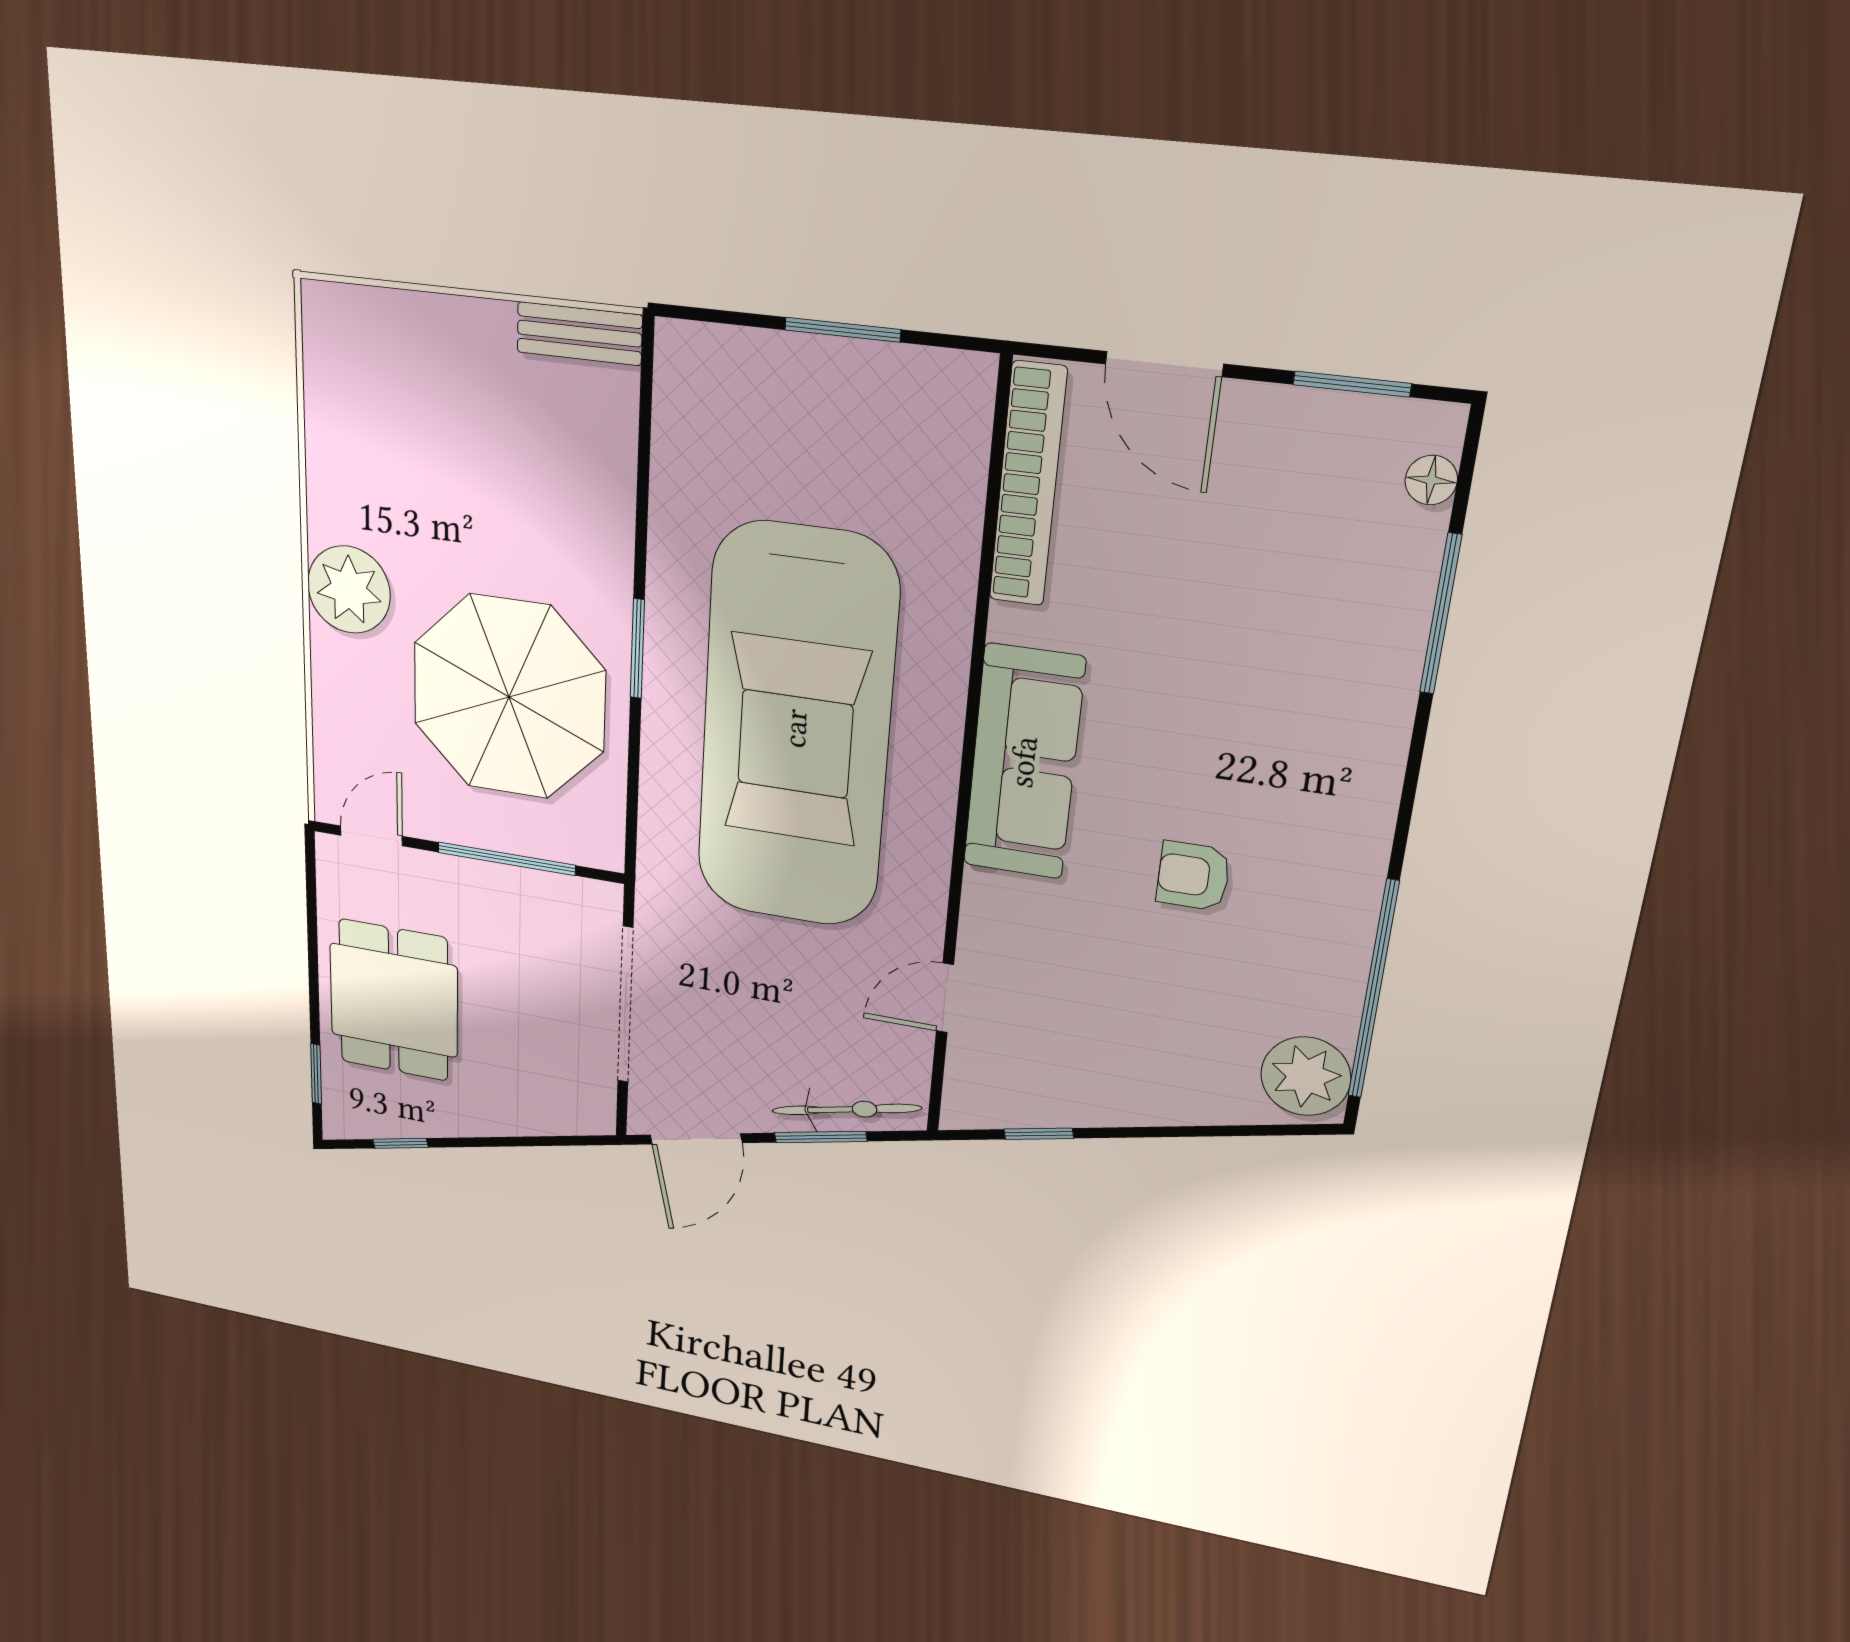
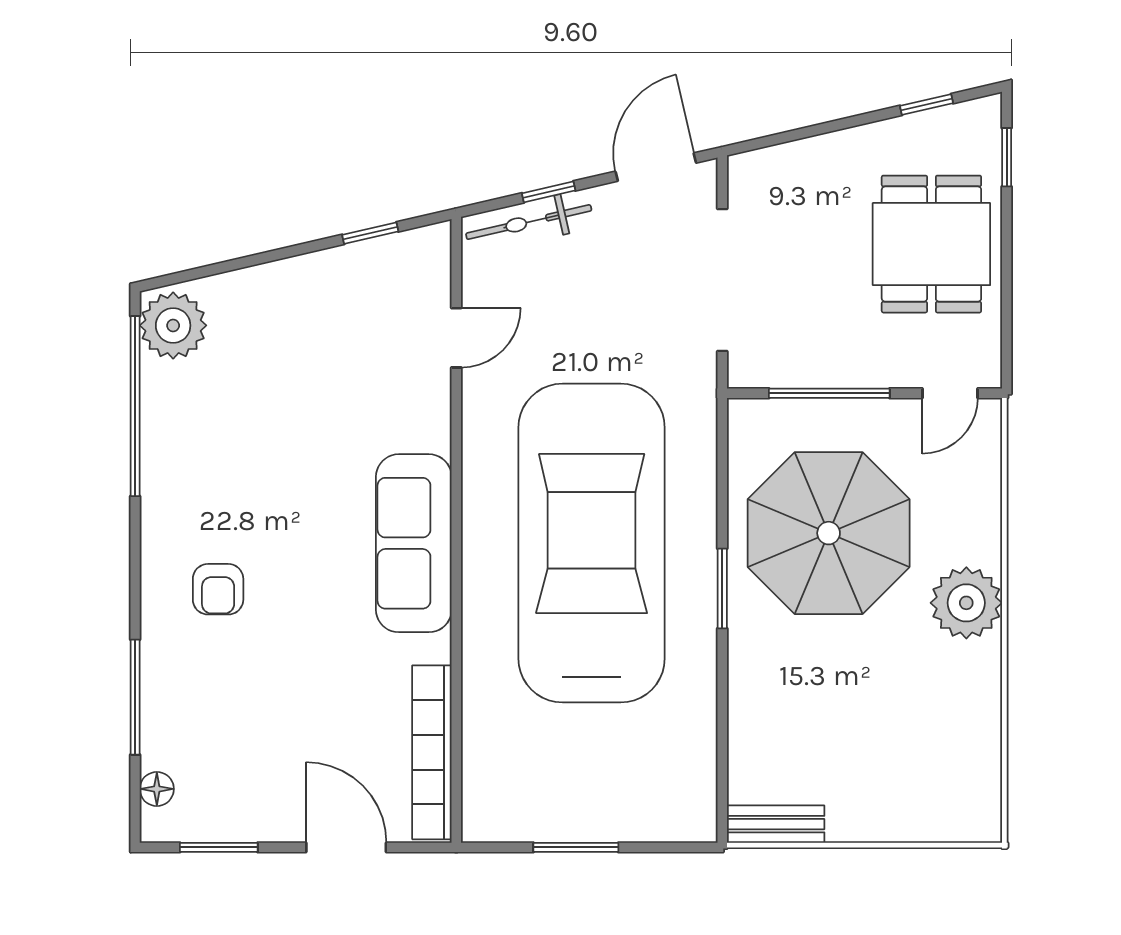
armchair: (1193, 876) -> (218, 589), moved, turned 90
window: (821, 1137) -> (549, 192), width x0.67

